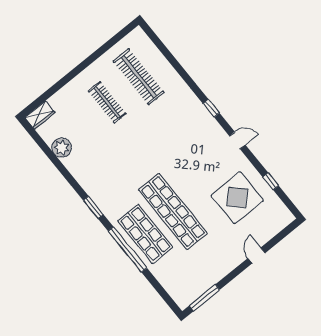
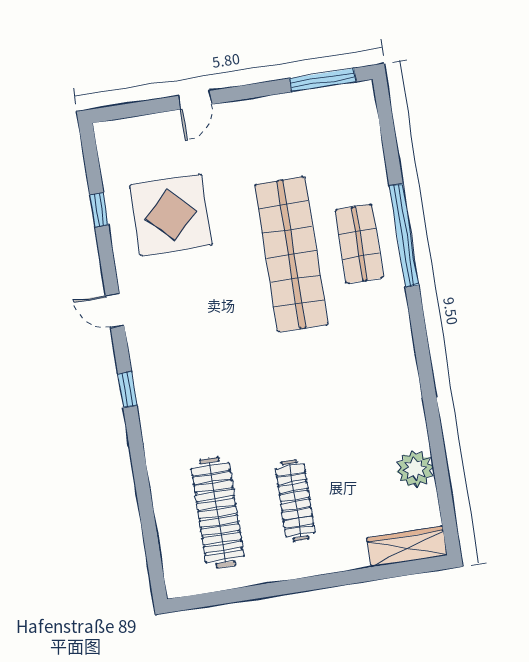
wardrobe: (40, 115) -> (407, 546), width x1.50
window: (93, 207) -> (420, 339), removed
shop shelf: (145, 234) -> (359, 244), width x0.70, depth x0.74

